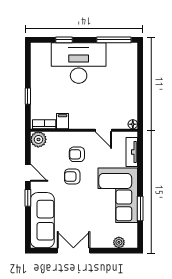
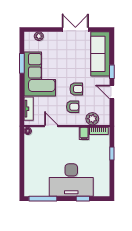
plant: (38, 139) -> (92, 119), moved
double door: (73, 251) -> (75, 30), swing flipped

